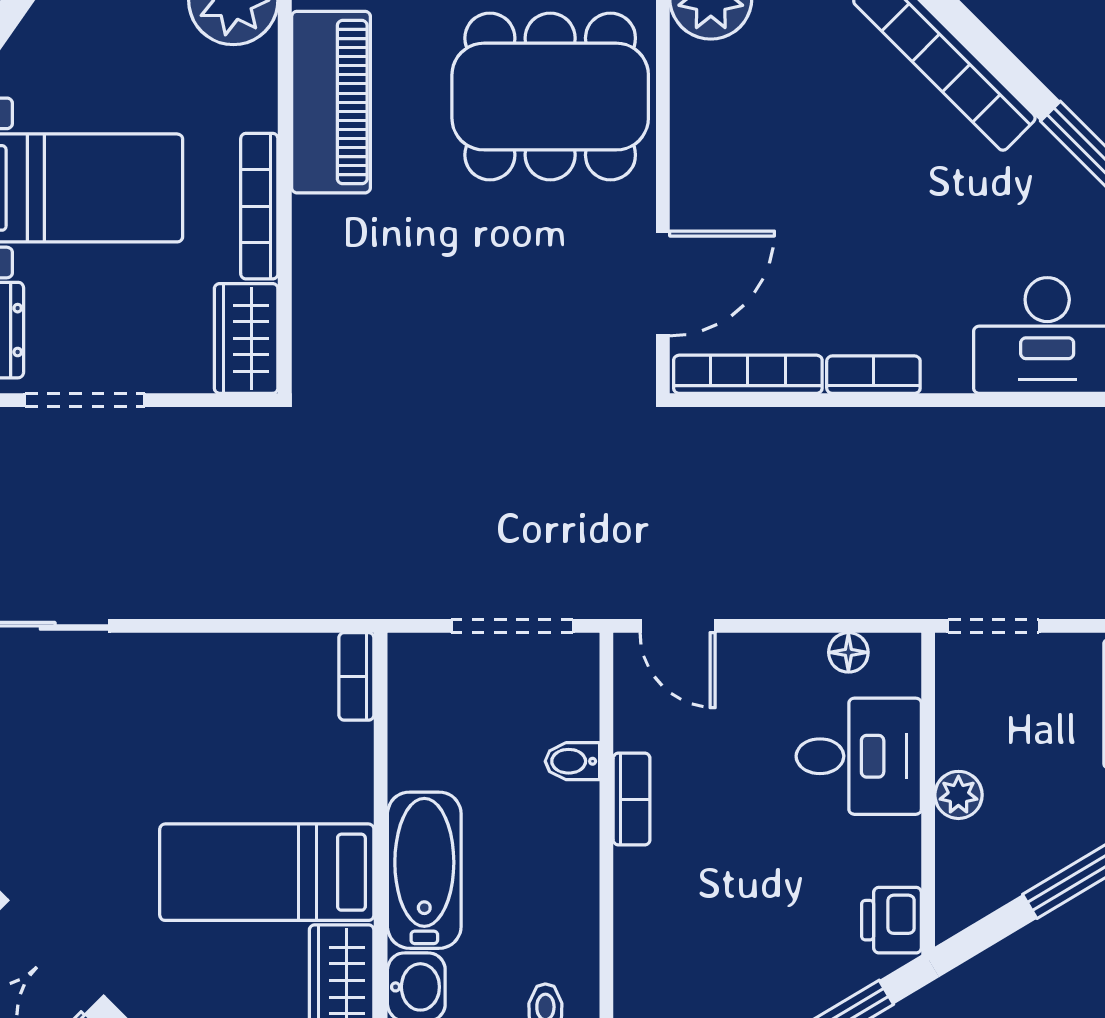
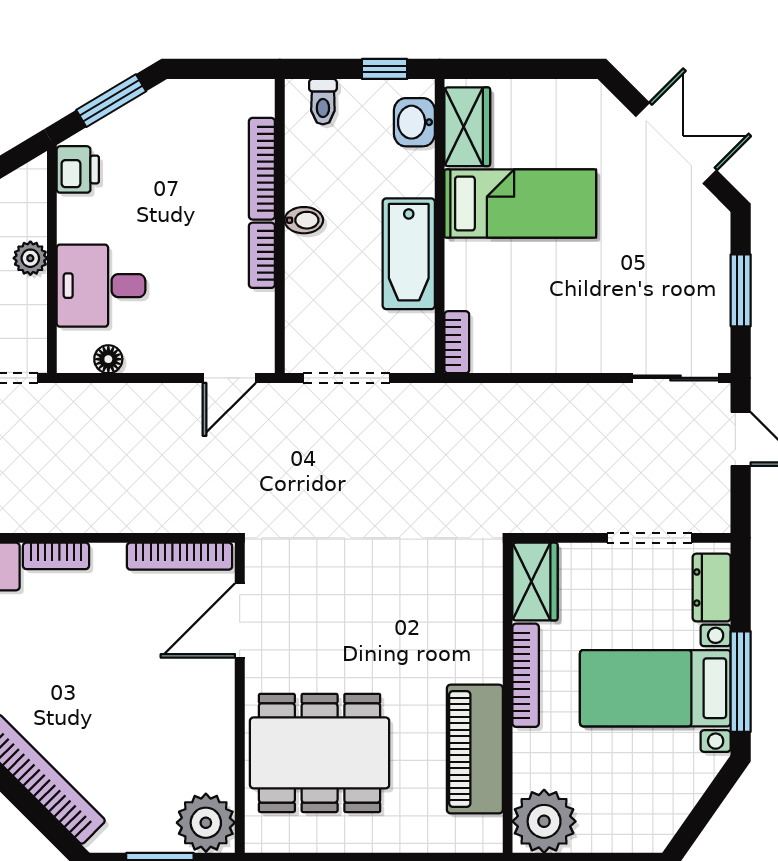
bookcase: (873, 375) -> (56, 556), moved
door: (678, 626) -> (229, 378), swing flipped
bidet: (572, 761) -> (304, 220), moved
bathtub: (424, 870) -> (409, 254), moved
bookcase: (632, 921) -> (262, 169), added

